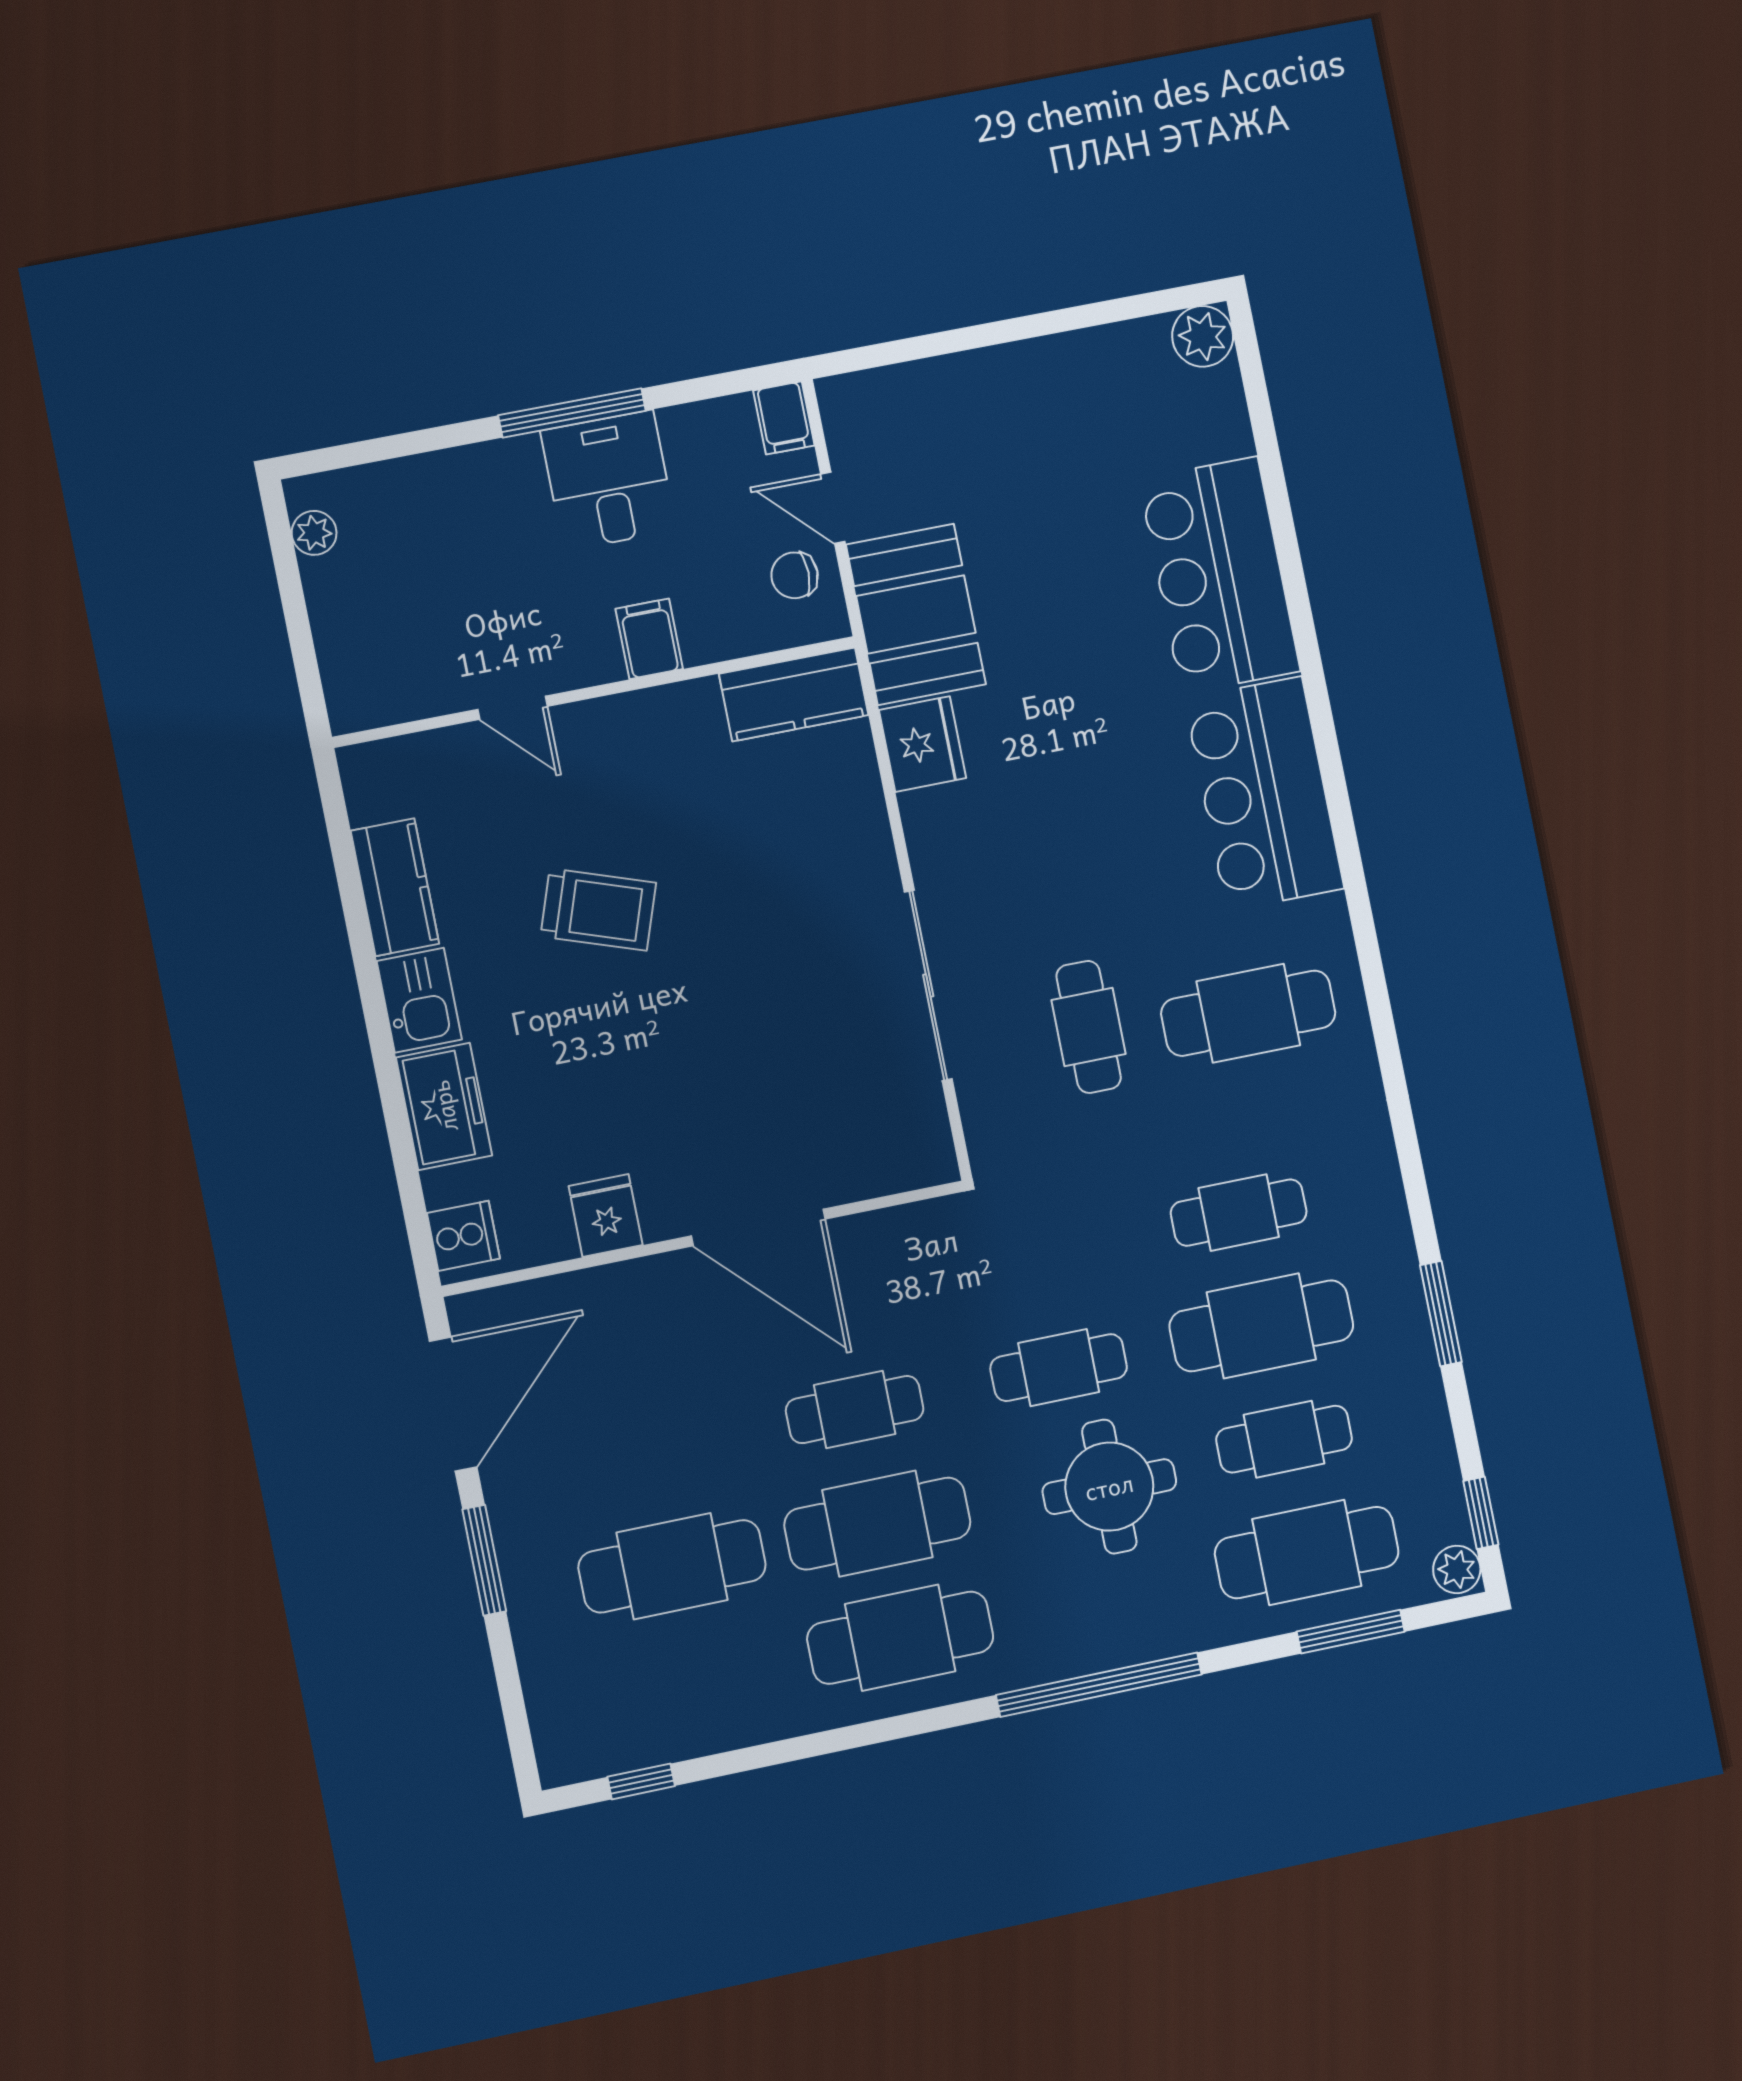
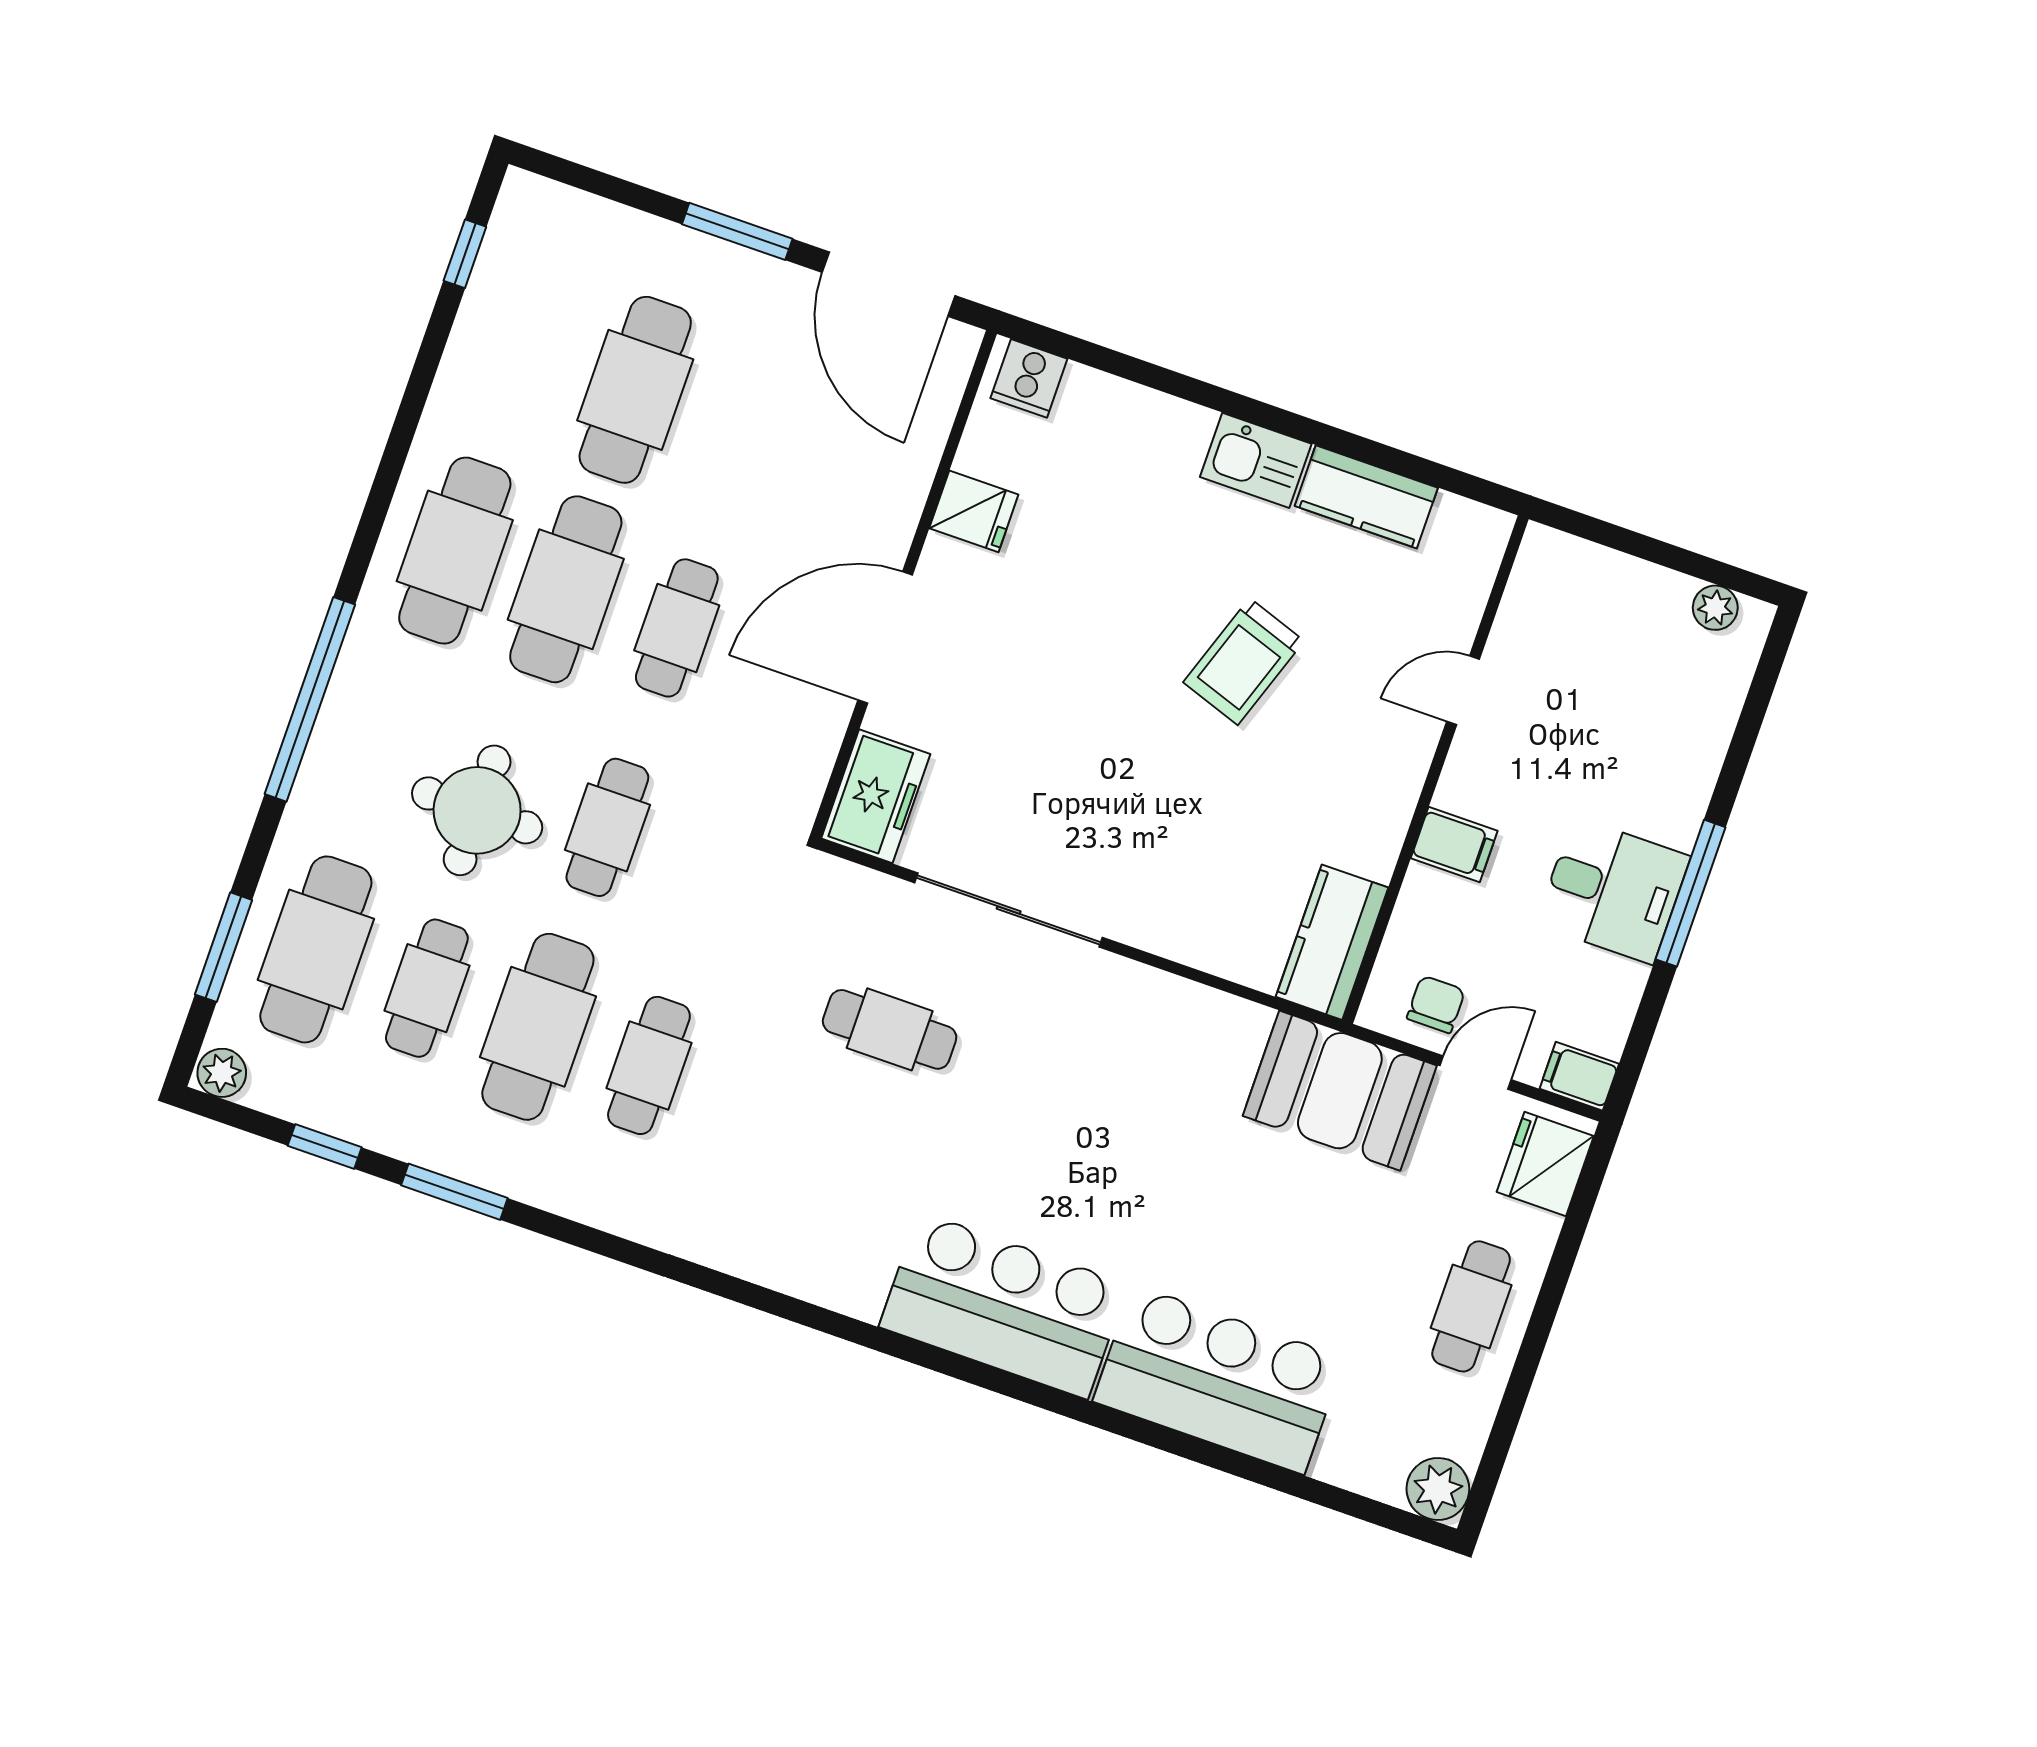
fridge: (923, 744) -> (1545, 1164), moved, turned 90
cafe table: (1248, 1013) -> (1471, 1306), moved, width x0.73, depth x0.74
freezer: (444, 1106) -> (876, 796), moved, turned -90
window: (1481, 1513) -> (325, 1147), moved

